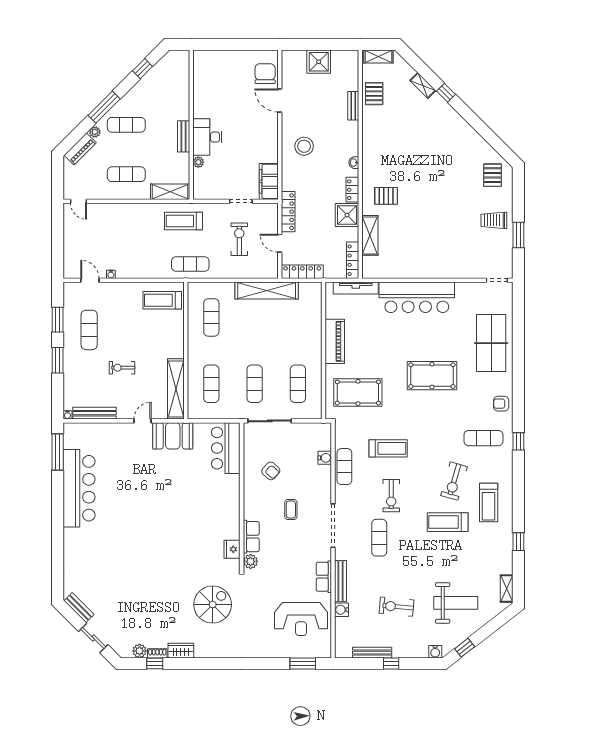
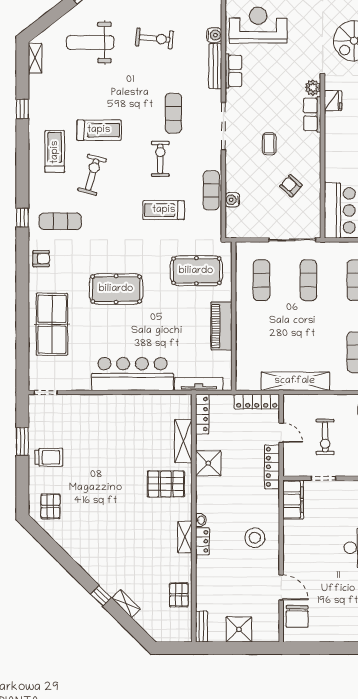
shelving: (378, 57) -> (185, 537), moved, turned 90
bench: (353, 106) -> (201, 627), moved
locker: (352, 190) -> (202, 541), moved
pallet: (386, 196) -> (166, 484), width x1.50, depth x1.42

